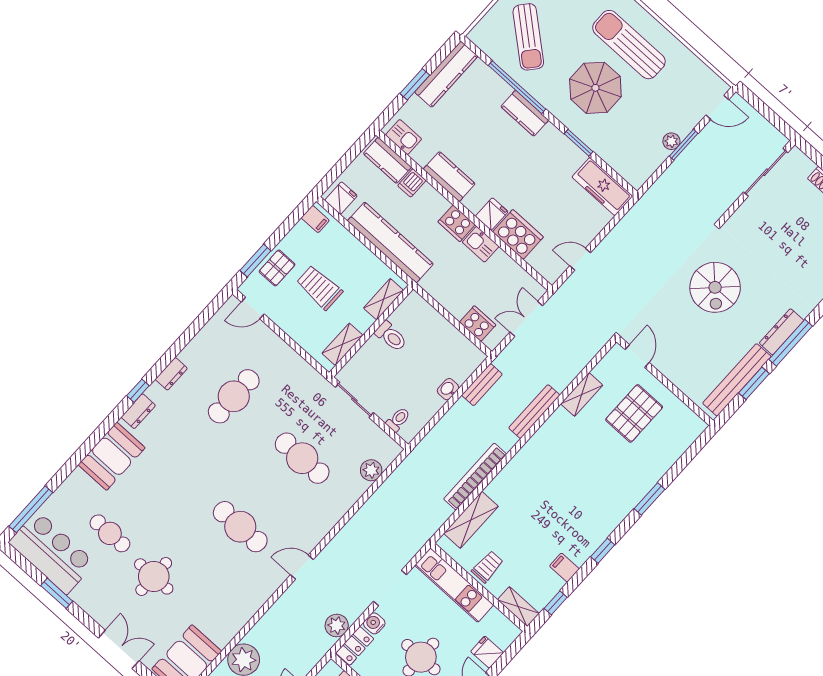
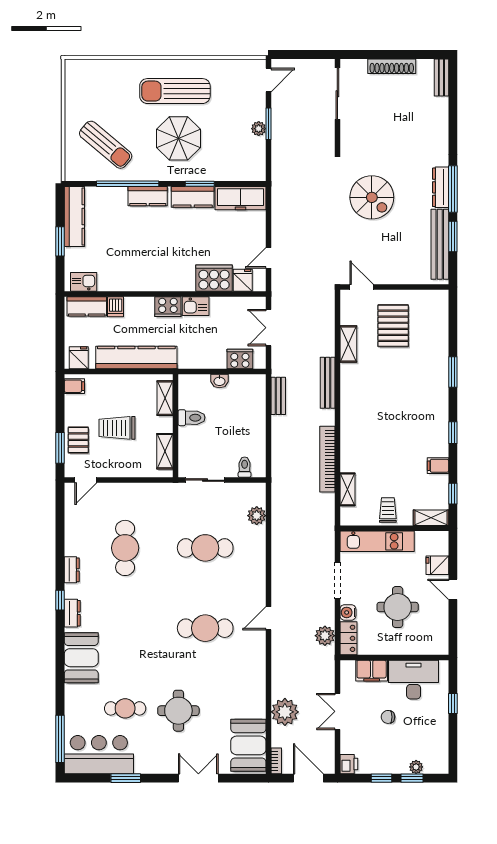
kitchen counter: (449, 177) -> (193, 197), moved, turned 180
fridge: (492, 214) -> (243, 280), moved
washbasin: (448, 389) -> (219, 381), moved, turned -90
shelving: (471, 520) -> (347, 489), width x0.67, depth x0.75

